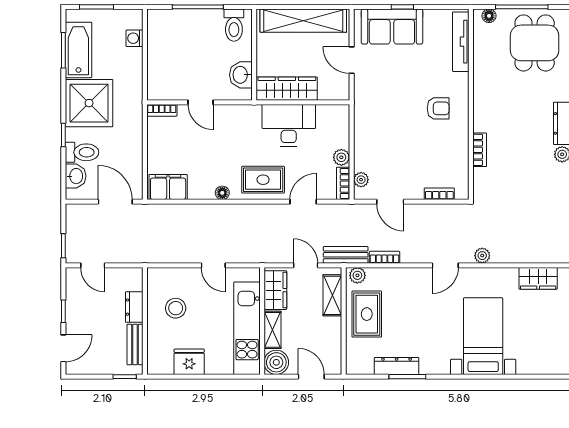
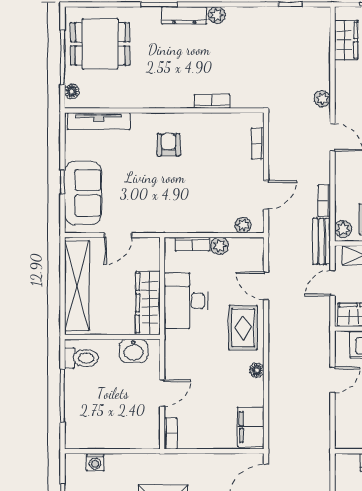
bookcase: (343, 183) -> (192, 244), moved

